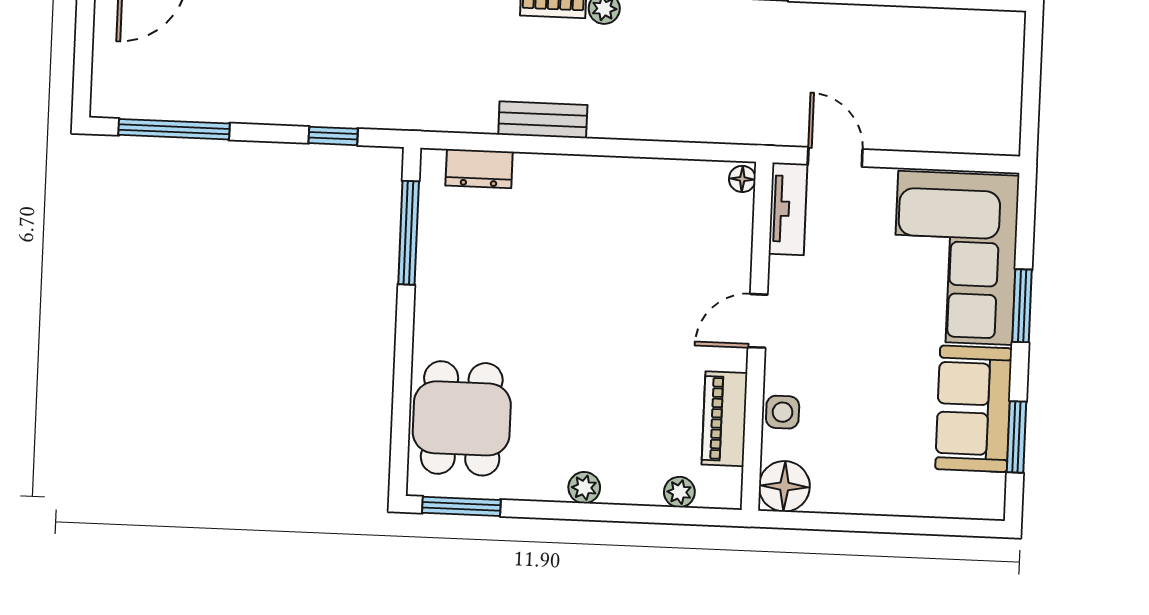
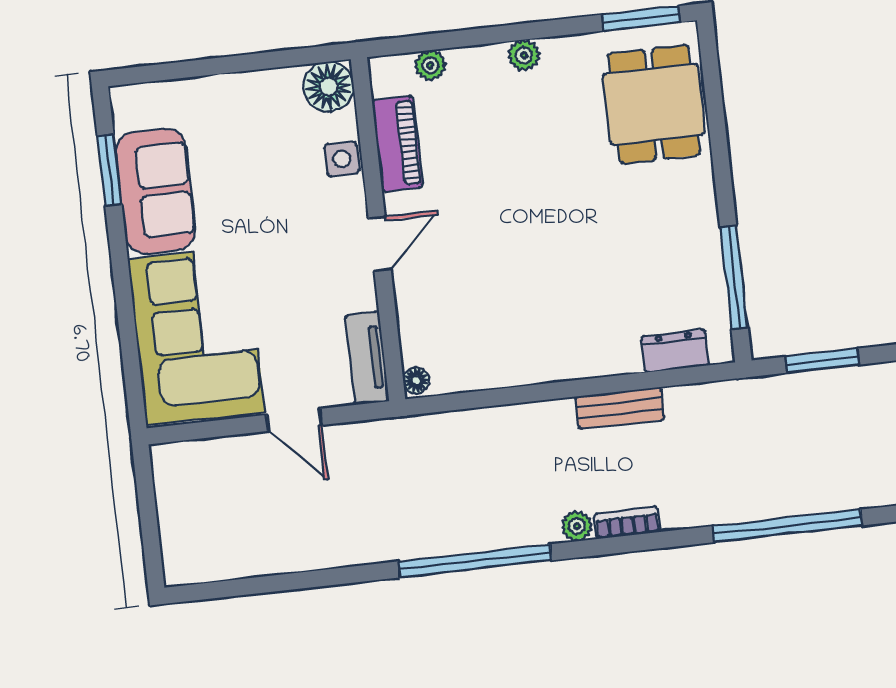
window: (333, 136) -> (822, 361), width x1.50
door: (835, 157) -> (294, 420), moved
window: (1022, 306) -> (124, 299), removed

